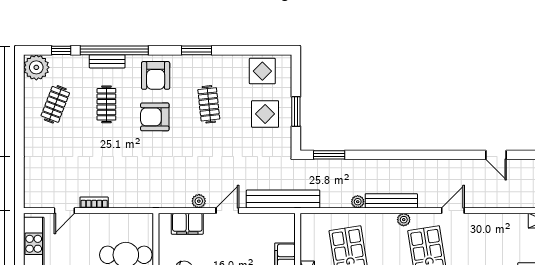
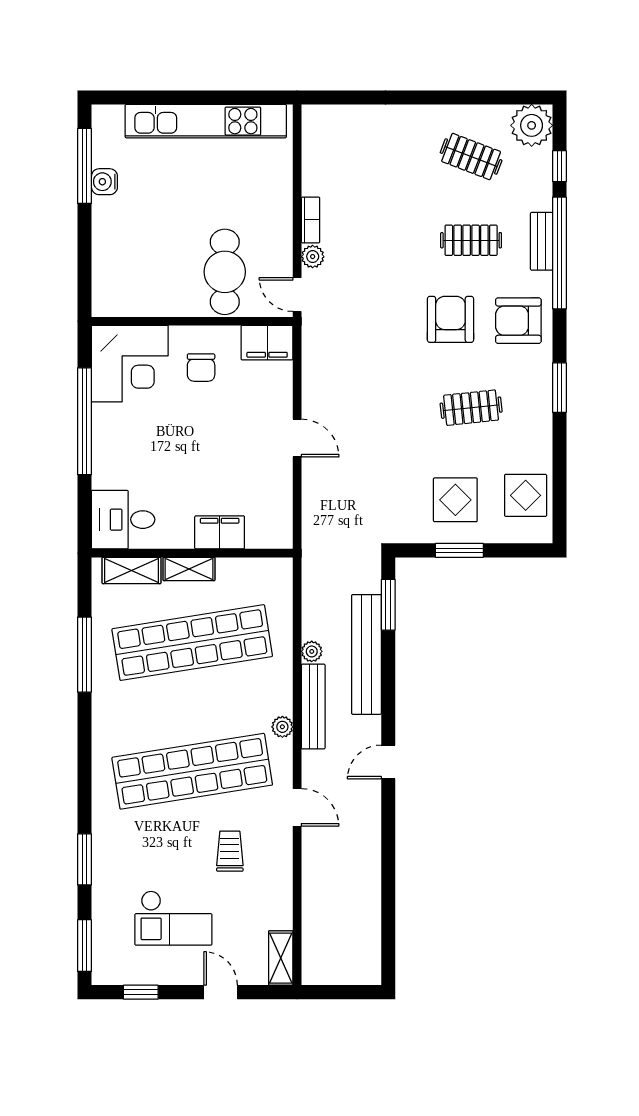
door: (496, 155) -> (388, 762), moved
bench: (283, 199) -> (366, 654), moved
plant: (199, 201) -> (313, 257), moved
door: (64, 211) -> (297, 295), moved
filing cabinet: (187, 224) -> (267, 343), moved, turned -90
trolley: (480, 252) -> (230, 851), added

